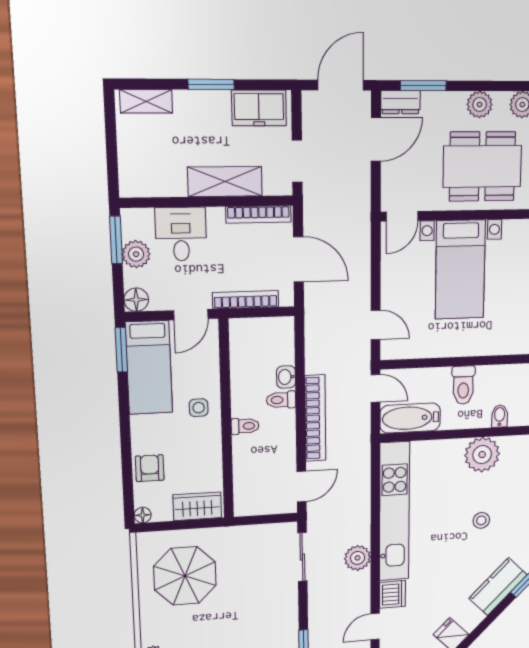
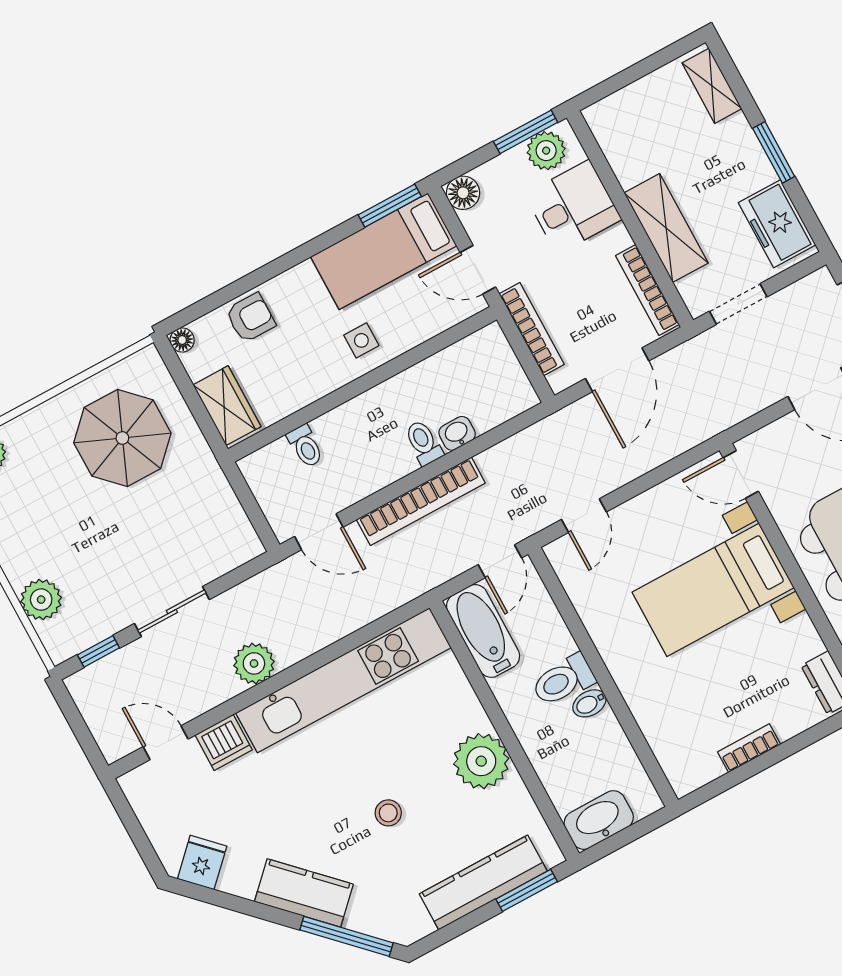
plant: (136, 254) -> (546, 151), moved
bidet: (500, 416) -> (589, 703), moved, turned 180
toilet: (245, 426) -> (305, 446), moved
sliding door: (302, 557) -> (172, 612), moved

